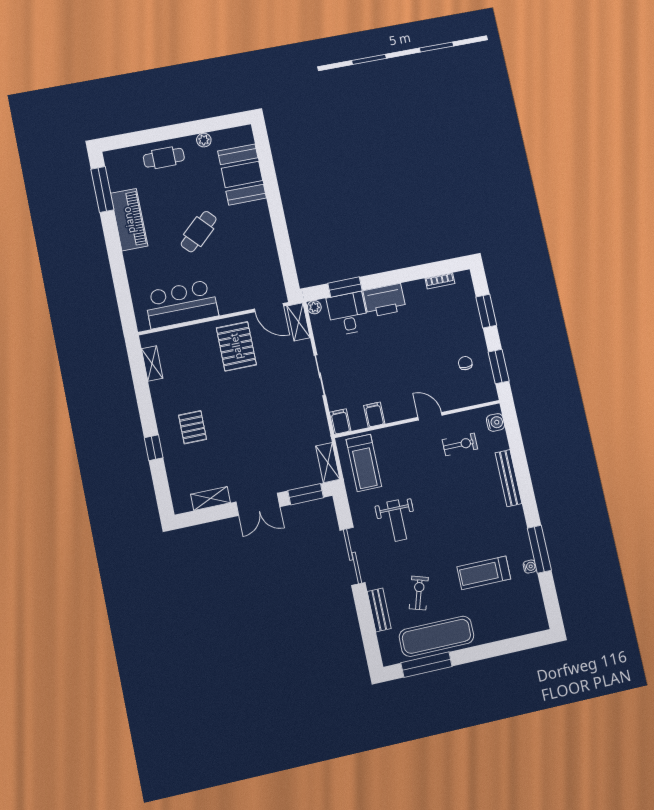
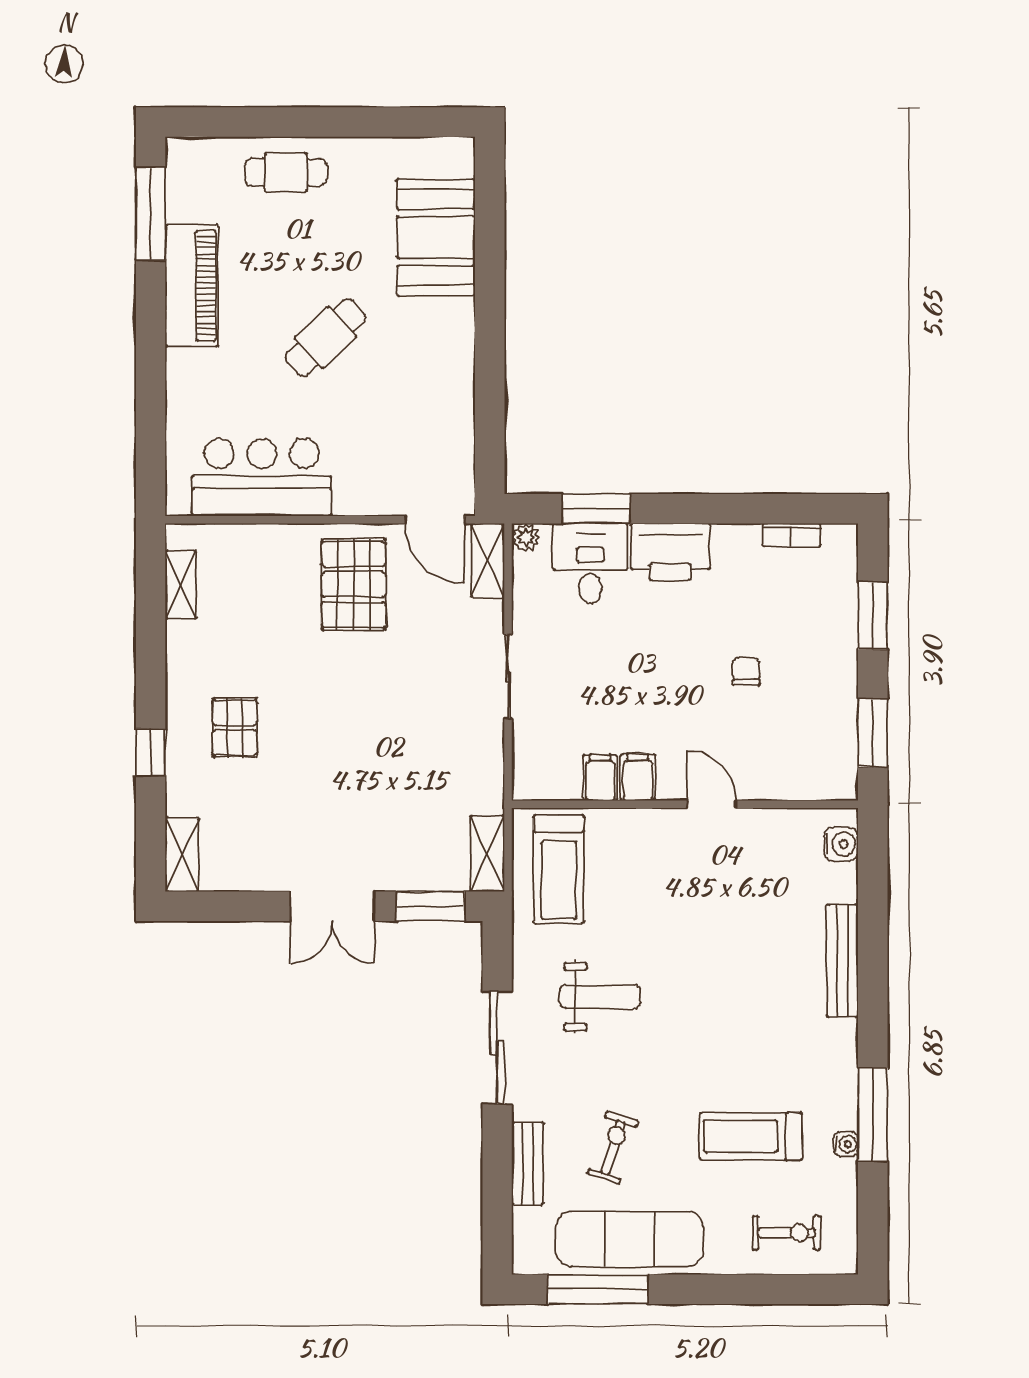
plant: (204, 140) -> (373, 151), removed
chair: (465, 363) -> (746, 672), moved
filing cabinet: (340, 422) -> (638, 777), moved
exercise bike: (460, 444) -> (786, 1233), moved
shelving: (211, 498) -> (182, 855), moved, turned 90
weight bench: (397, 521) -> (600, 997), turned -90

